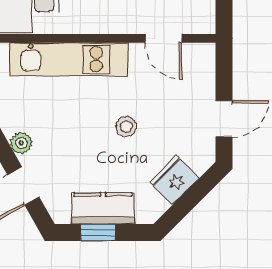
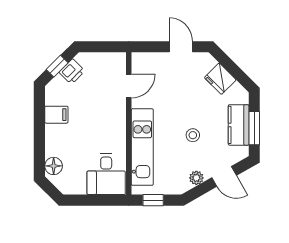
stool: (126, 127) -> (193, 135), moved
window: (98, 232) -> (254, 128), width x1.50

